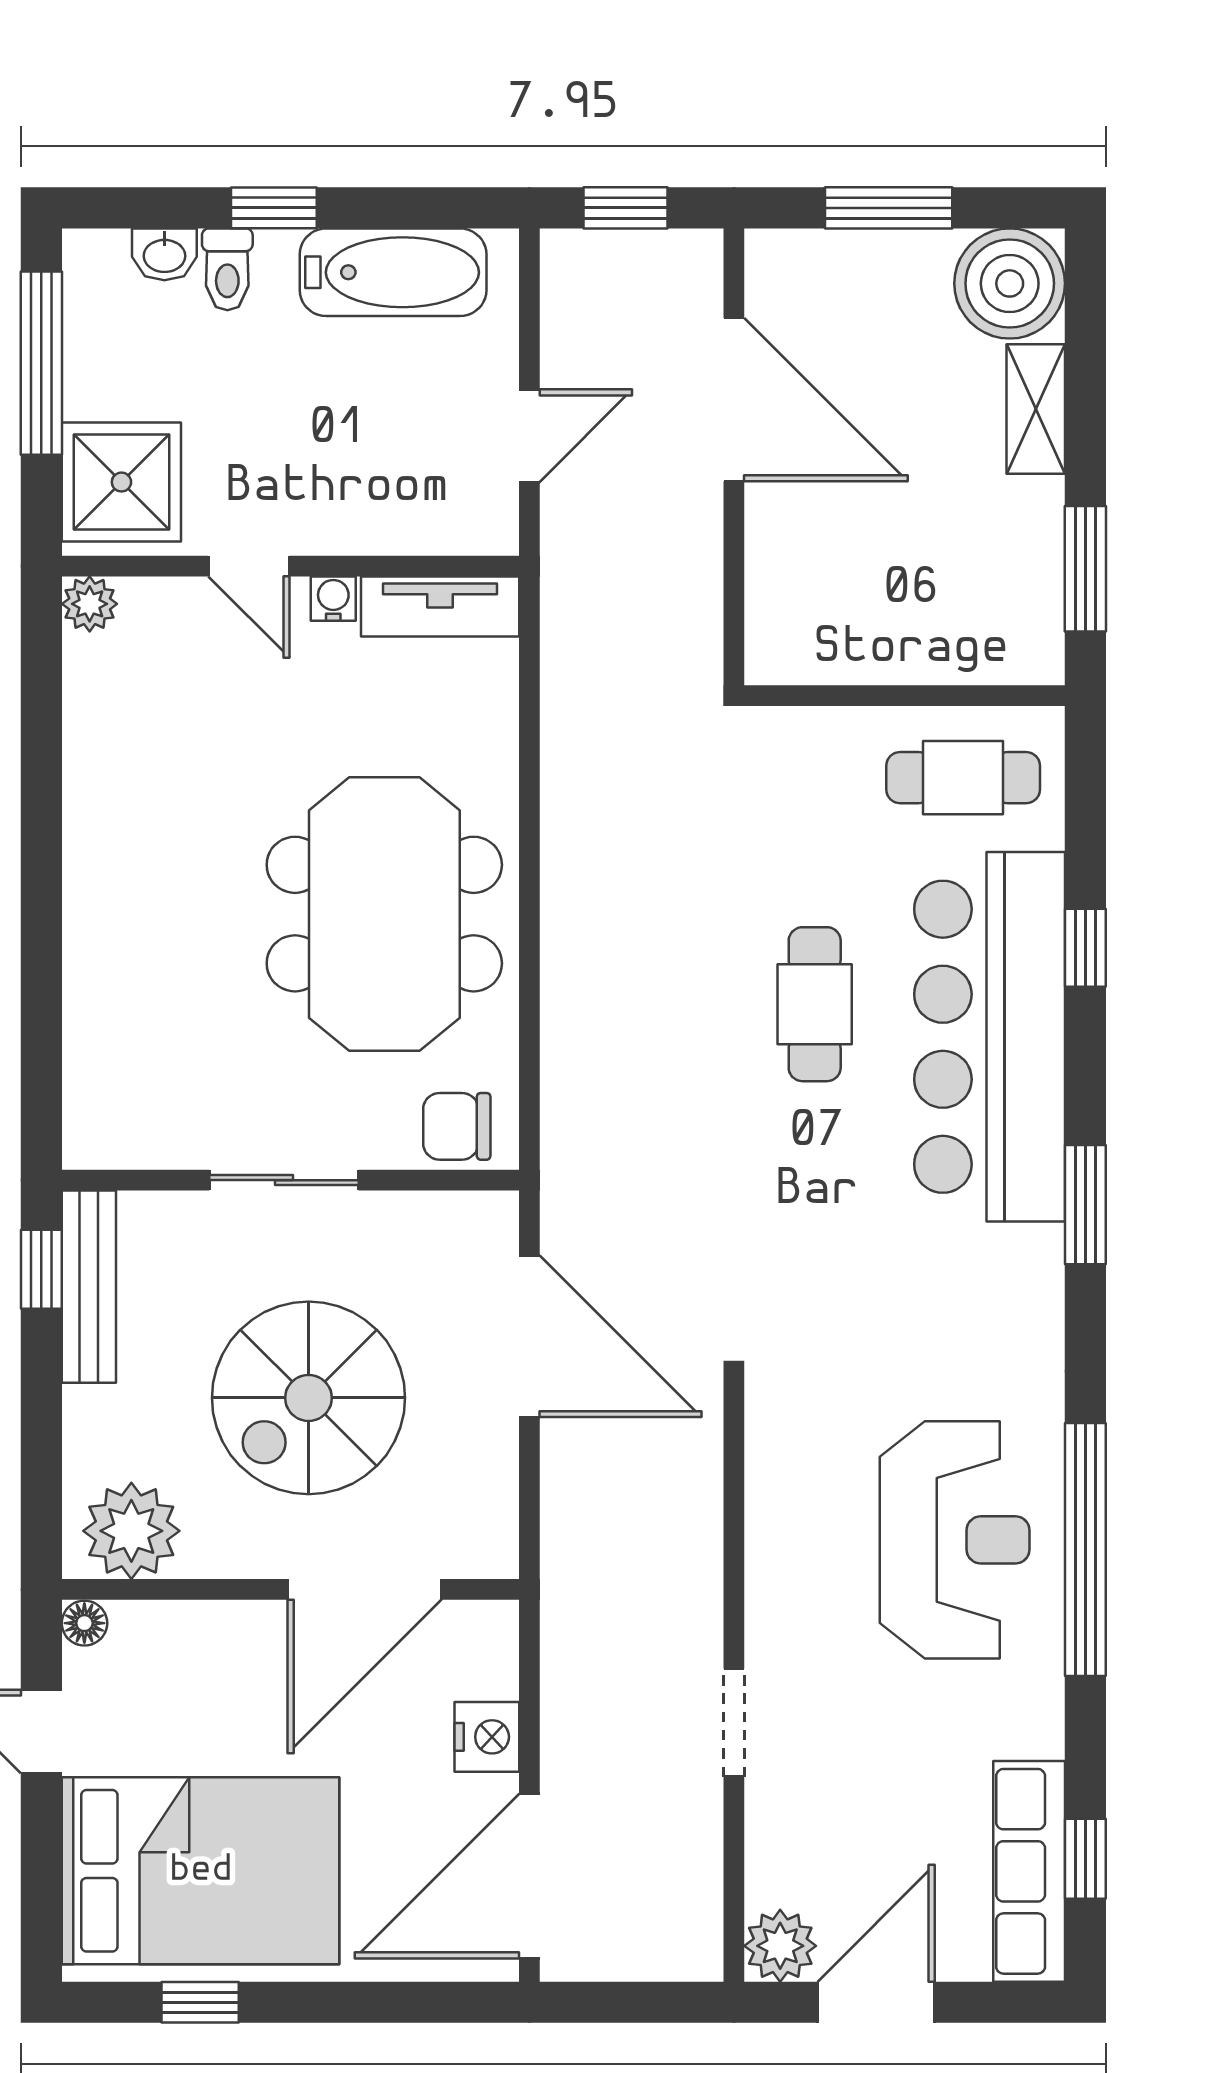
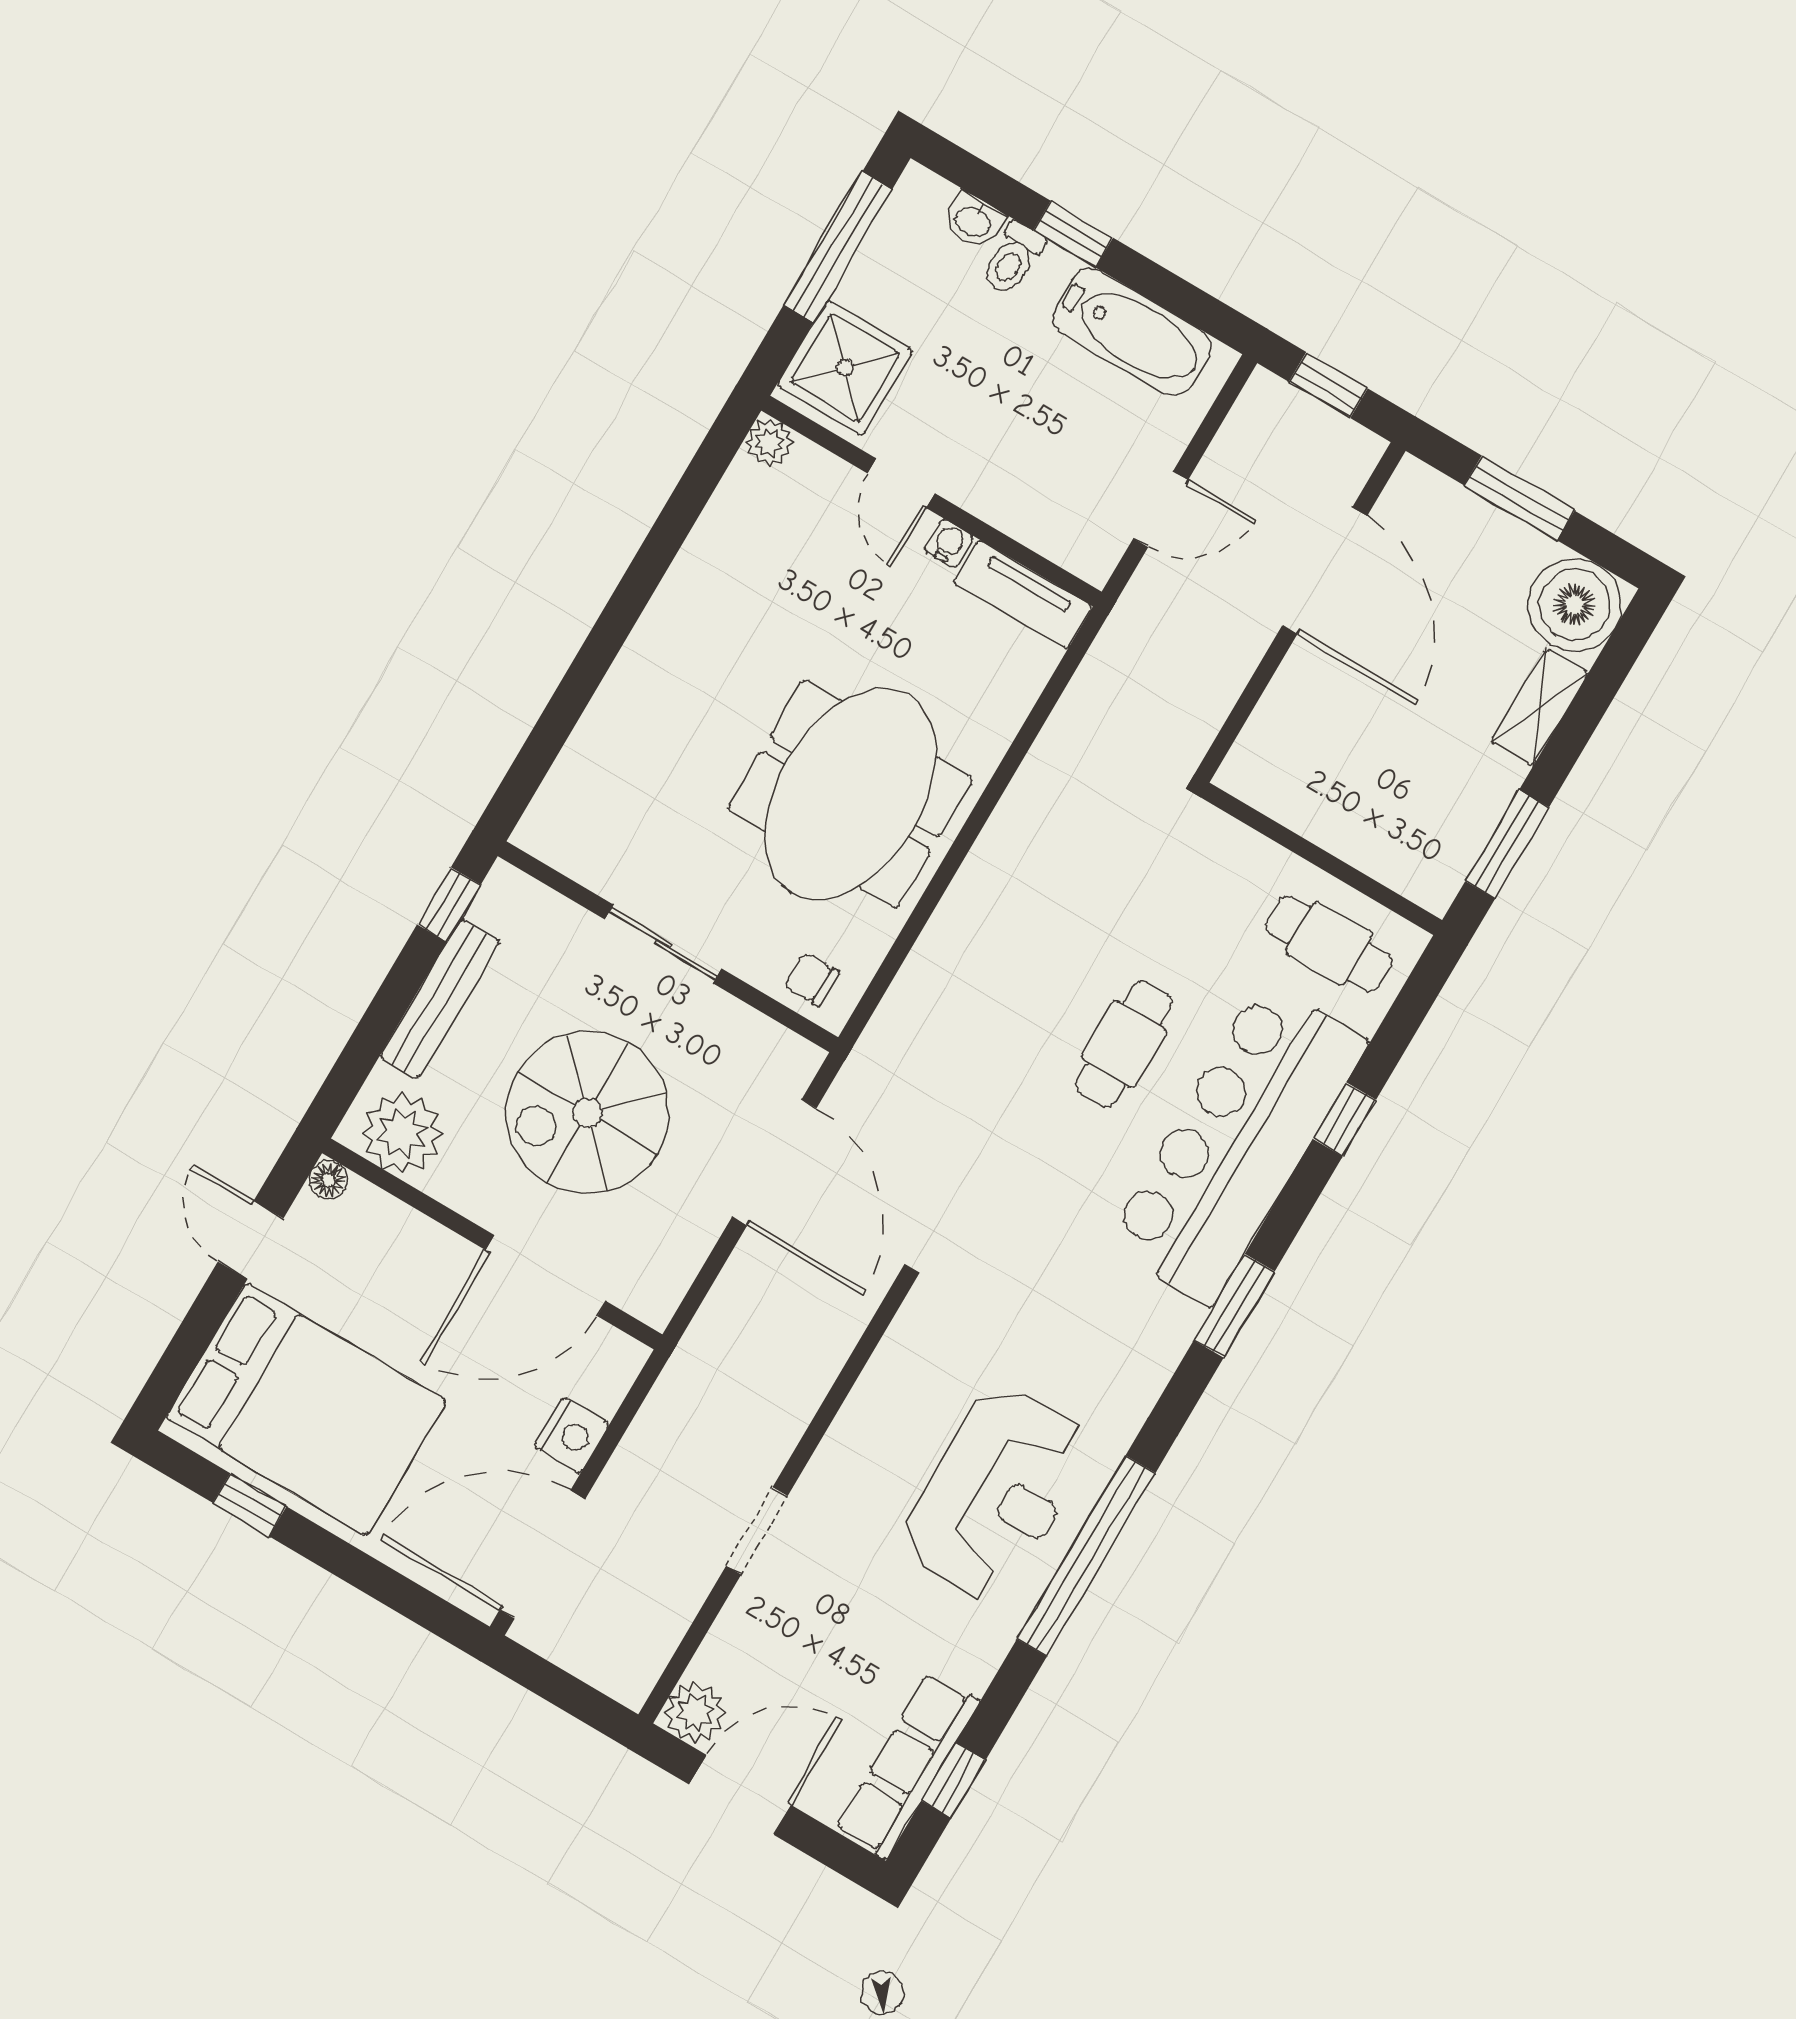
chair: (457, 1126) -> (812, 979), width x0.73, depth x0.73
bench: (89, 1287) -> (440, 999), moved

